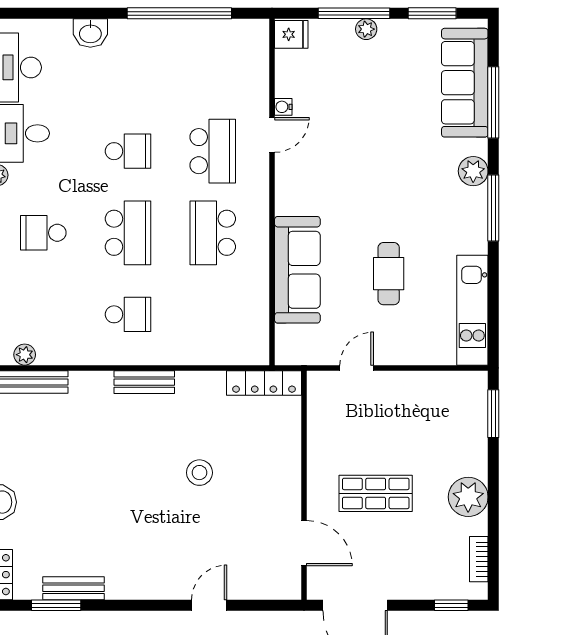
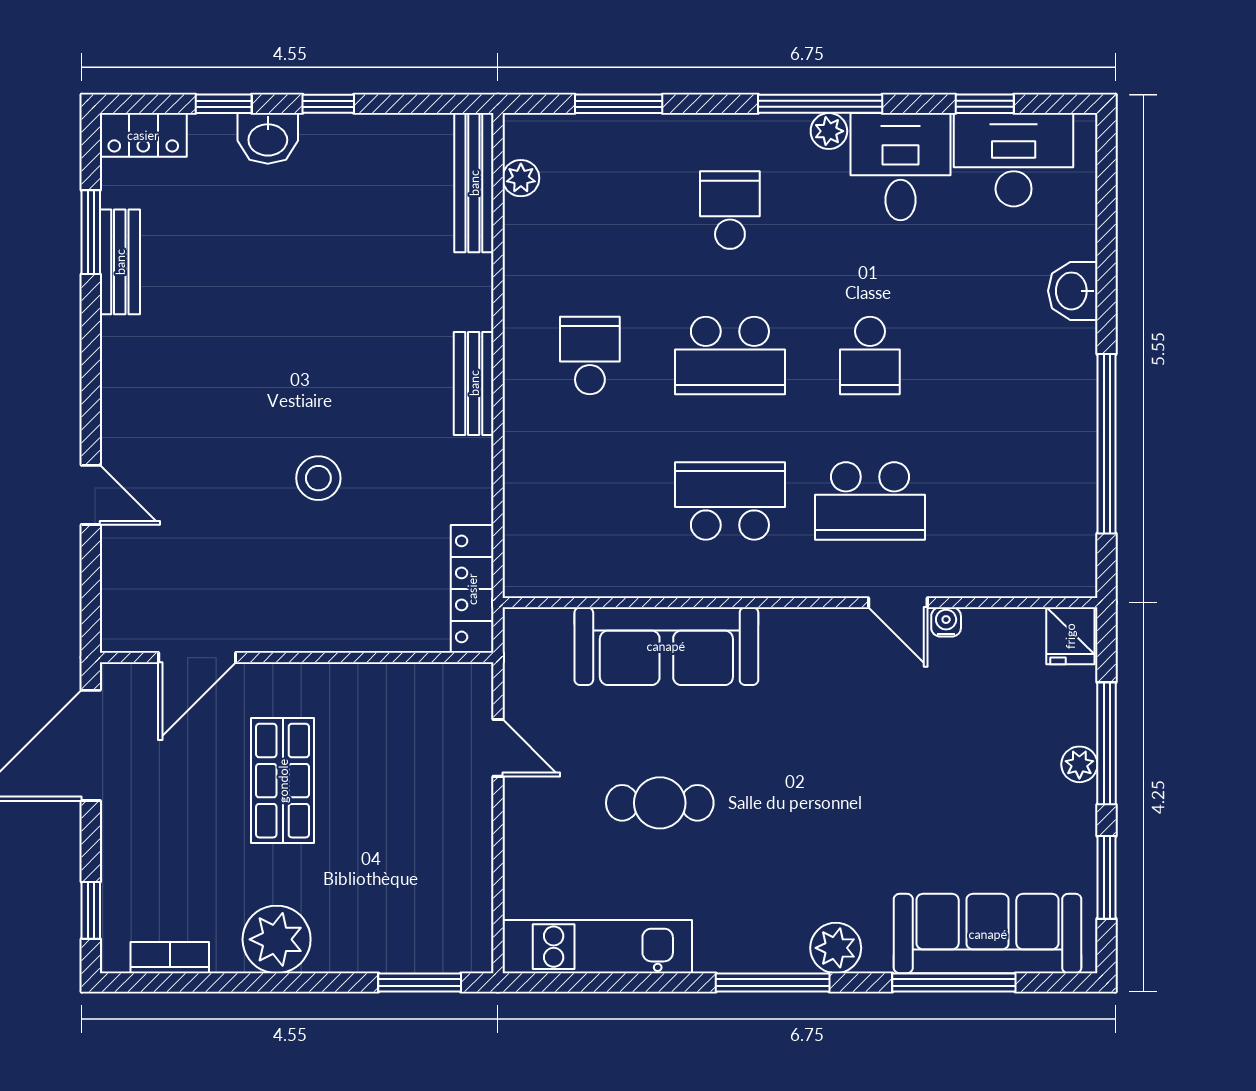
school desk: (128, 314) -> (590, 356), turned 180

